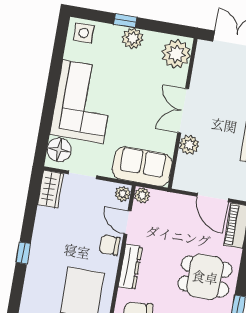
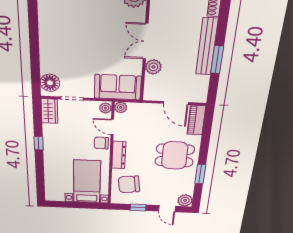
corner sofa: (83, 102) -> (61, 44), removed
window: (23, 253) -> (39, 143), moved

